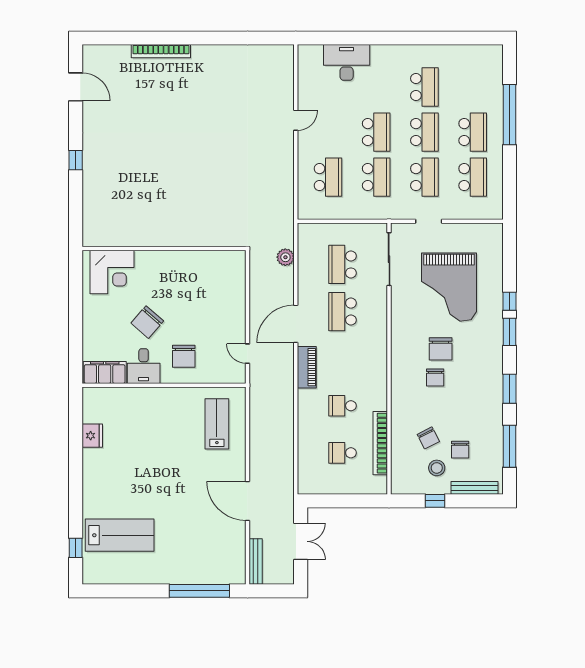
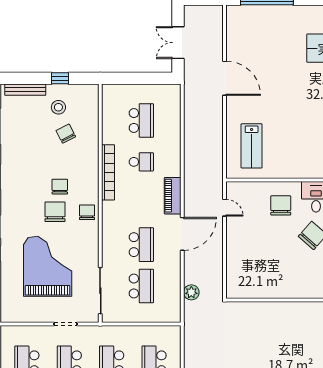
bookcase: (380, 443) -> (108, 172), moved
chair: (460, 450) -> (87, 212), moved
school desk: (342, 453) -> (141, 120), width x1.85
bench: (256, 562) -> (218, 25), removed

